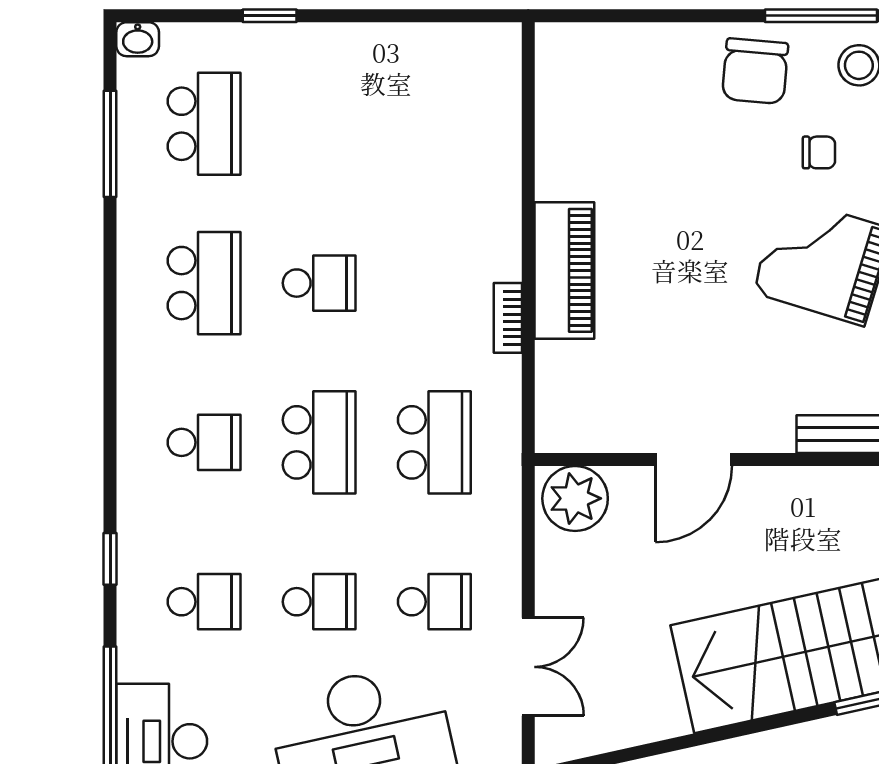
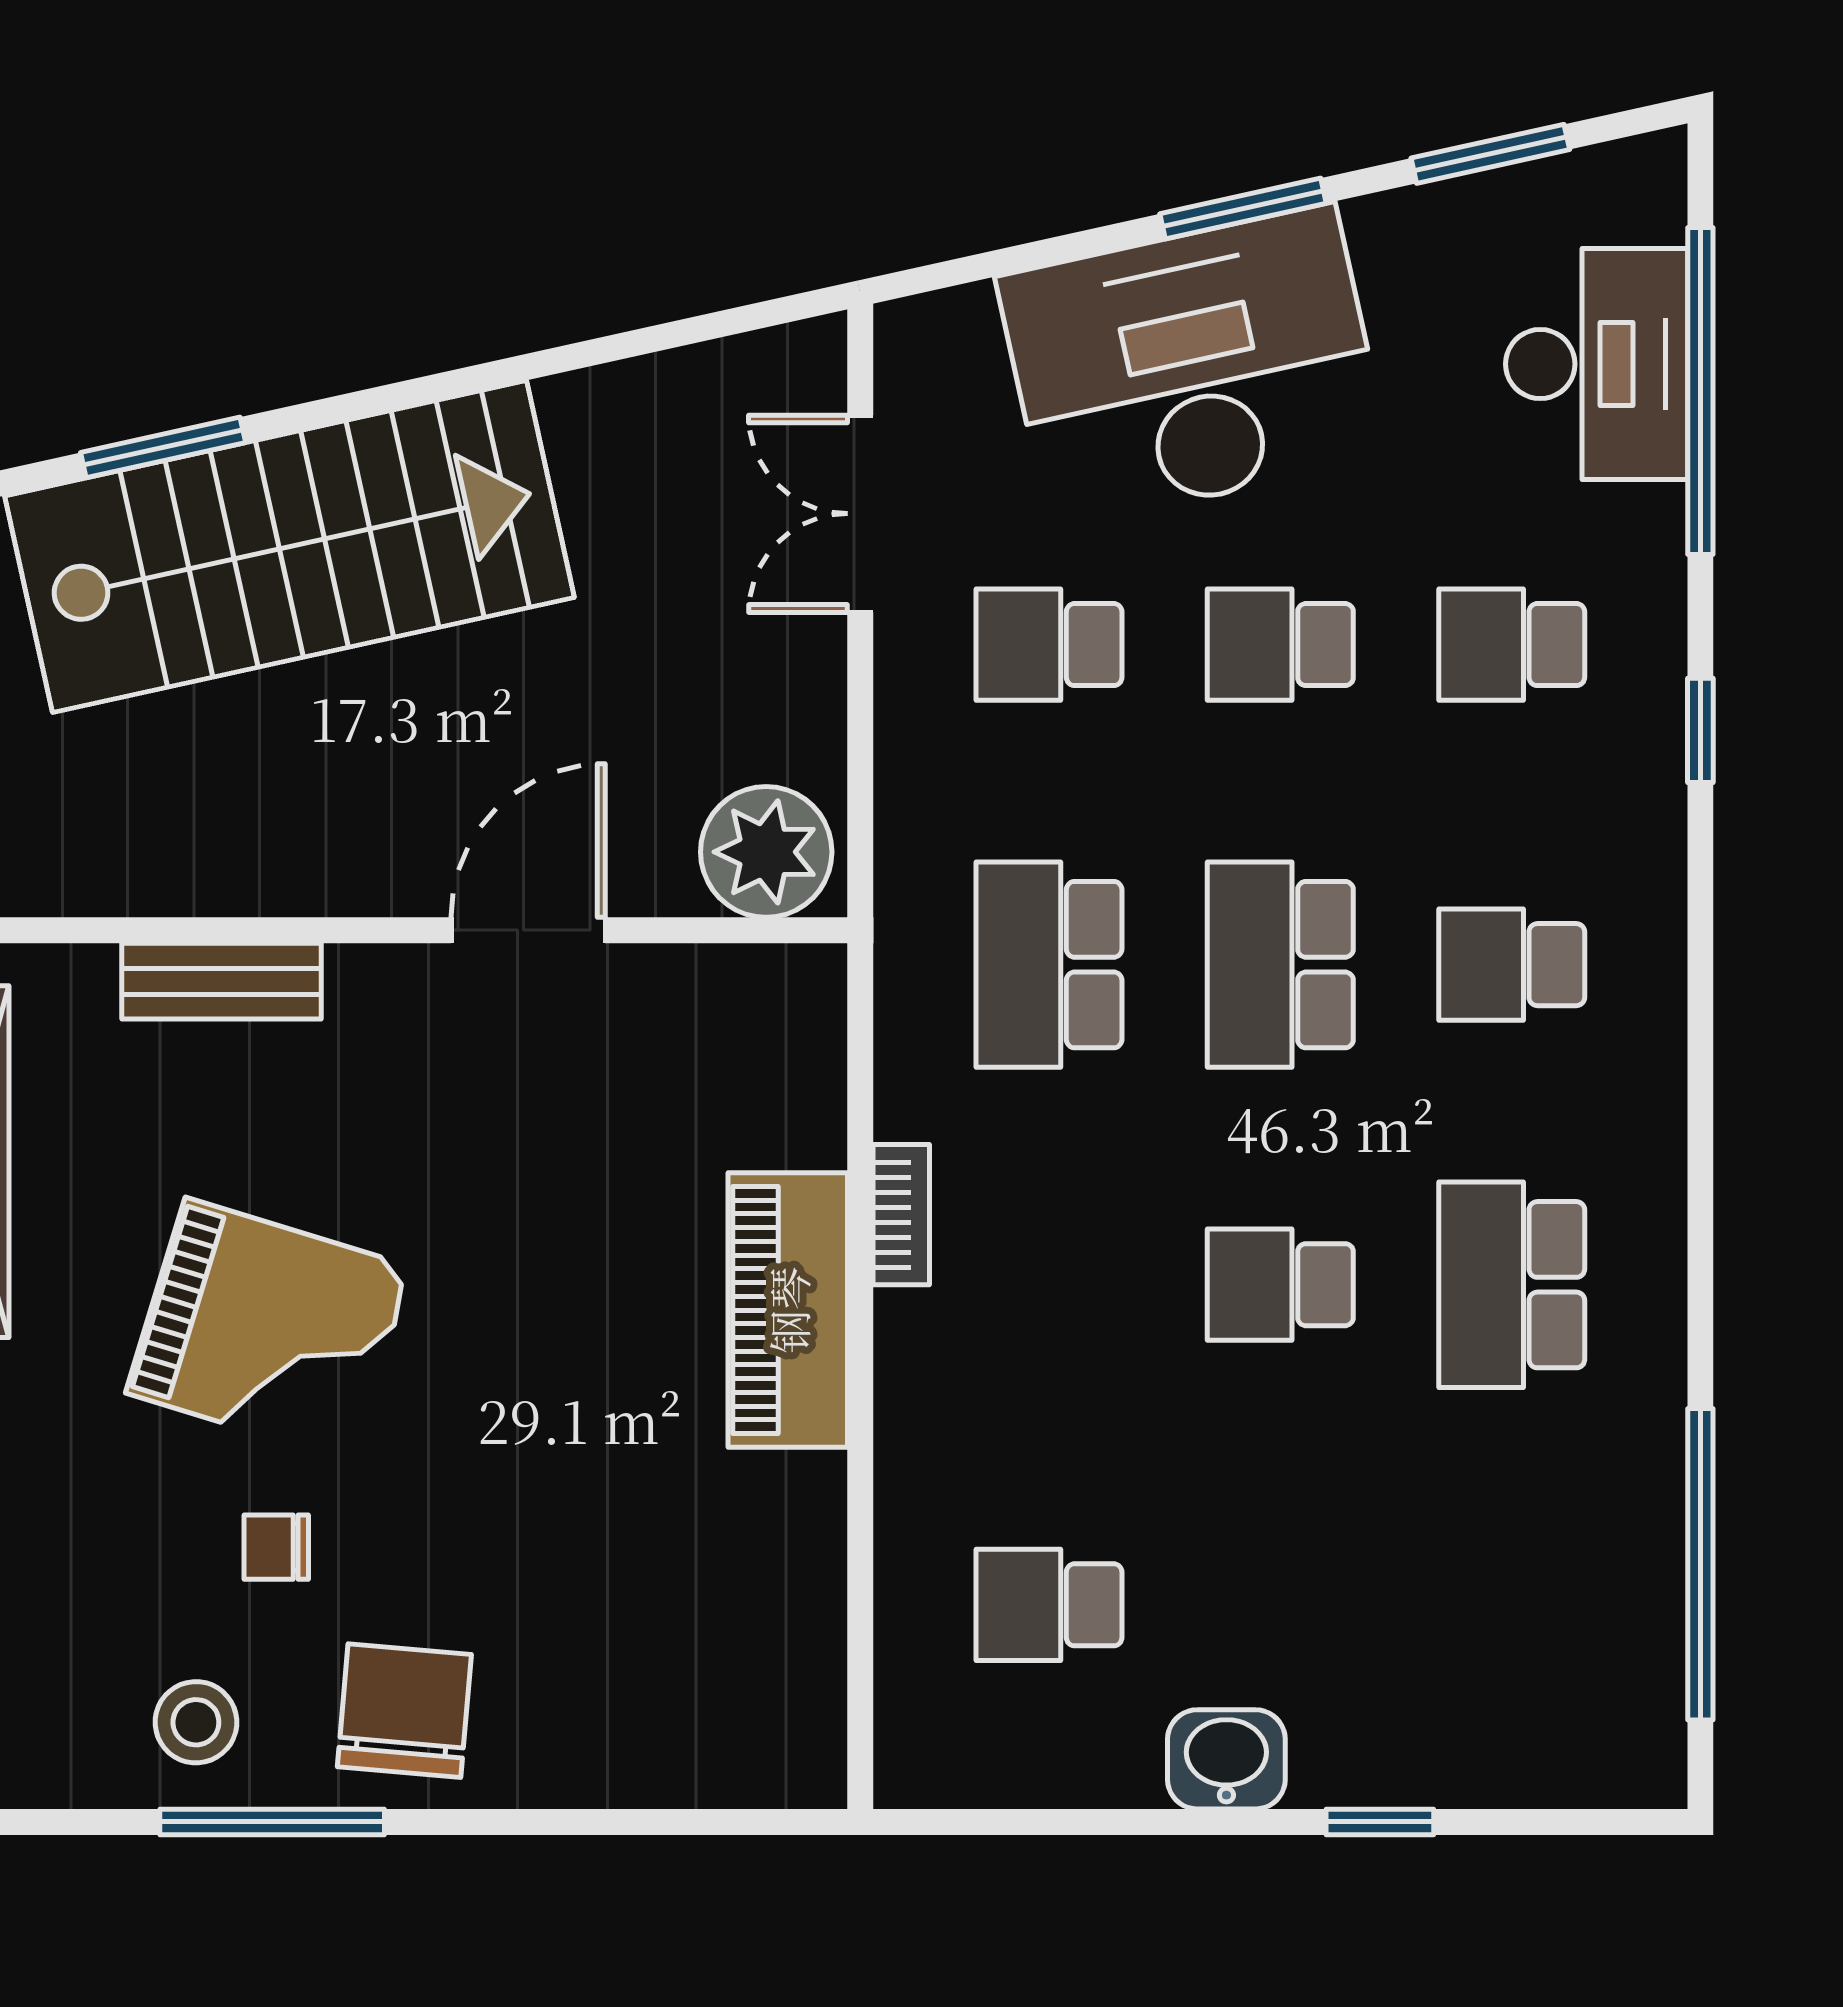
washbasin: (138, 39) -> (1226, 1759), moved, width x1.38, depth x1.45
school desk: (204, 124) -> (1049, 1605), moved, width x0.54
window: (110, 144) -> (1700, 1564), width x1.46

